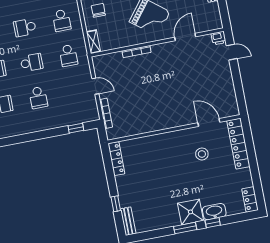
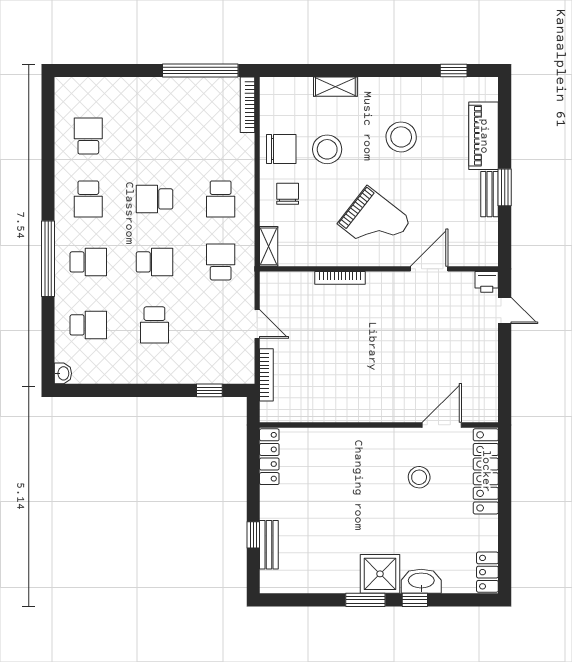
school desk: (68, 55) -> (221, 262), turned 180
door: (209, 122) -> (442, 425), hinge flipped
bench: (128, 221) -> (269, 545), moved

